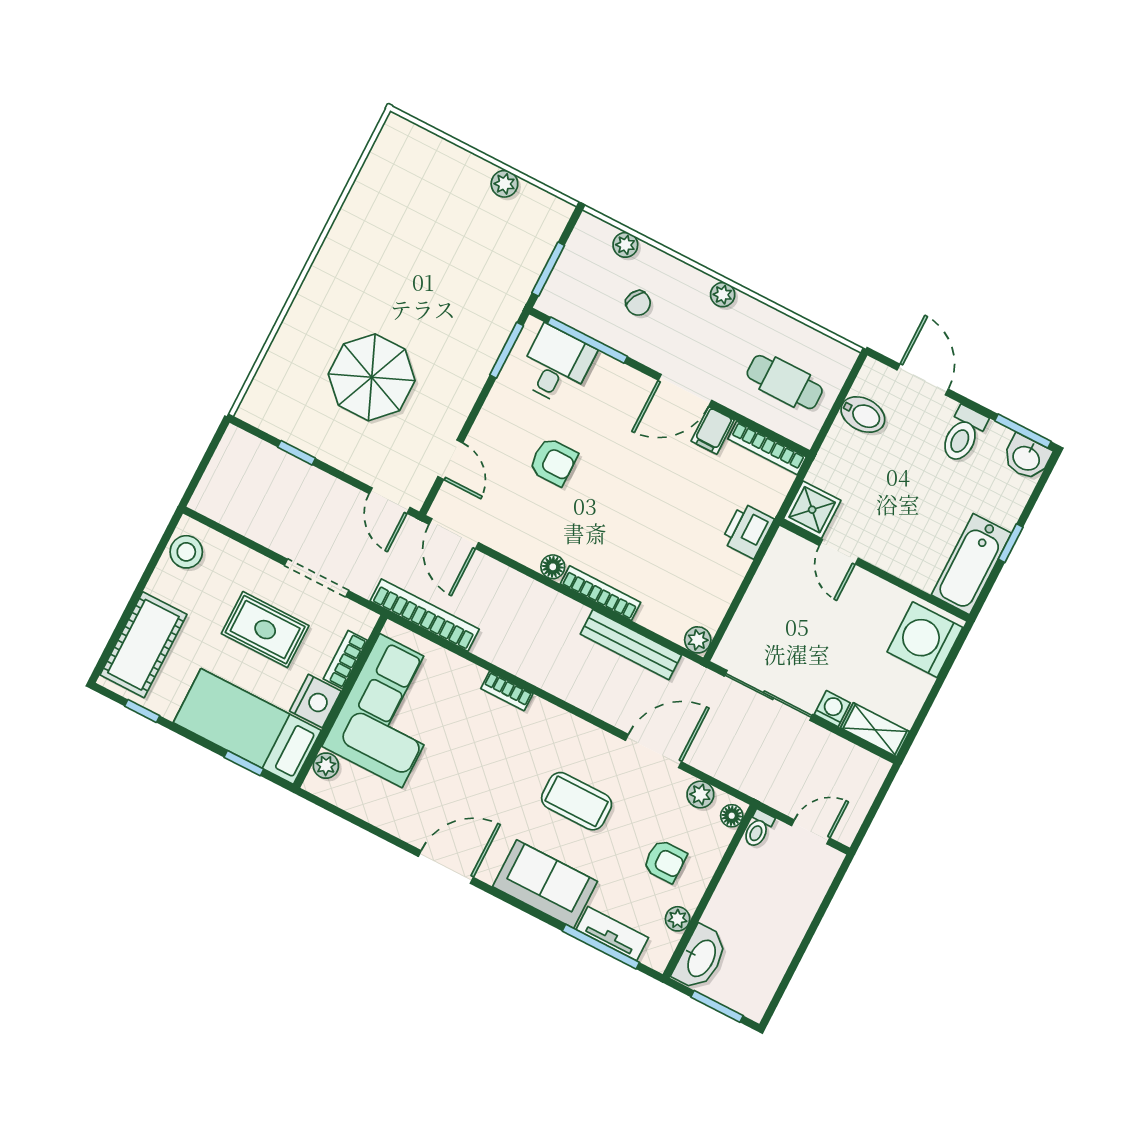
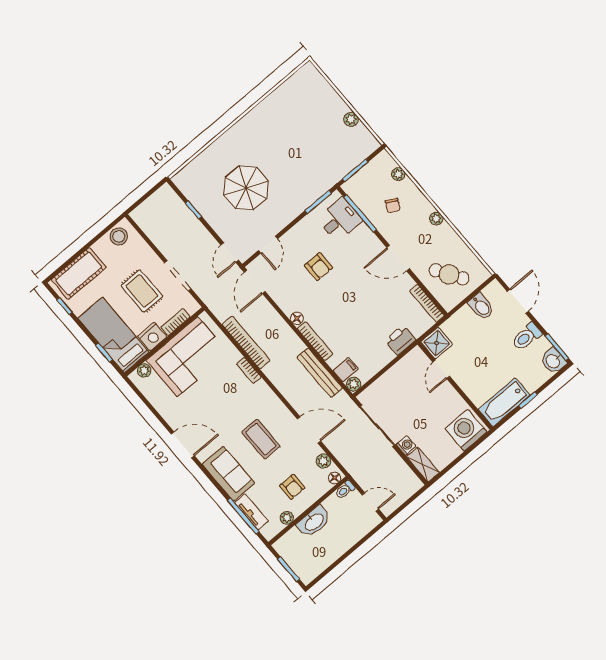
cafe table: (785, 382) -> (449, 274), turned -33
filing cabinet: (713, 431) -> (346, 370), moved, turned 180
bookcase: (425, 615) -> (246, 342), moved
washbasin: (701, 958) -> (314, 522), moved

